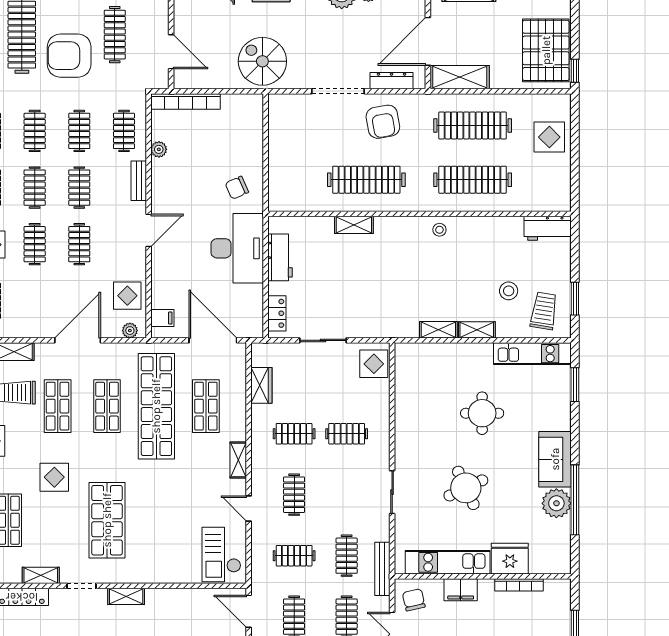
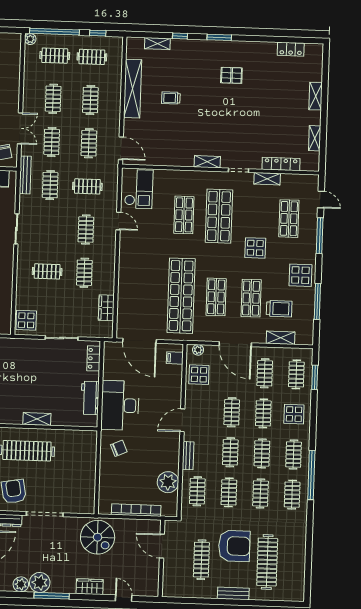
bookcase: (185, 101) -> (136, 510), moved
plant: (159, 149) -> (168, 482), width x1.88, depth x1.88
clothes rail: (35, 301) -> (265, 373), added
door: (78, 340) -> (235, 344), hinge flipped
shop shelf: (206, 406) -> (184, 215), moved
clothes rail: (294, 434) -> (84, 273), turned 90
shelving: (238, 460) -> (125, 255), removed

